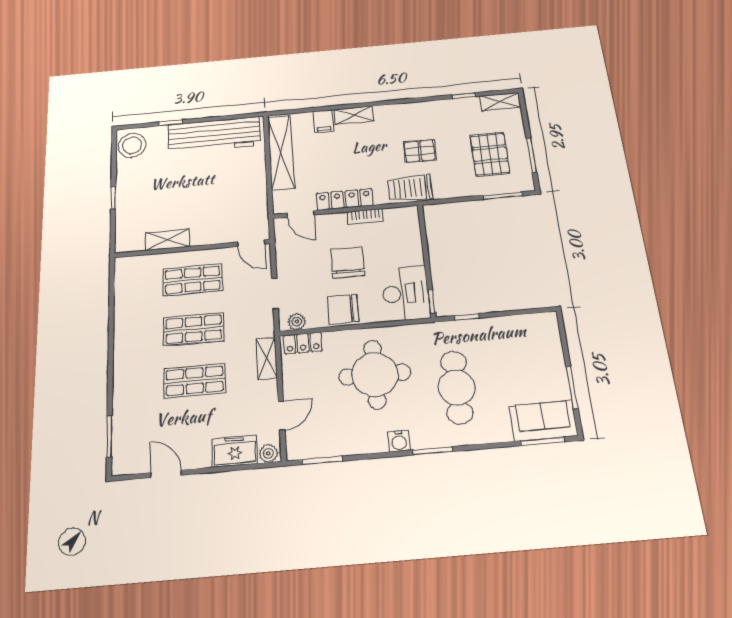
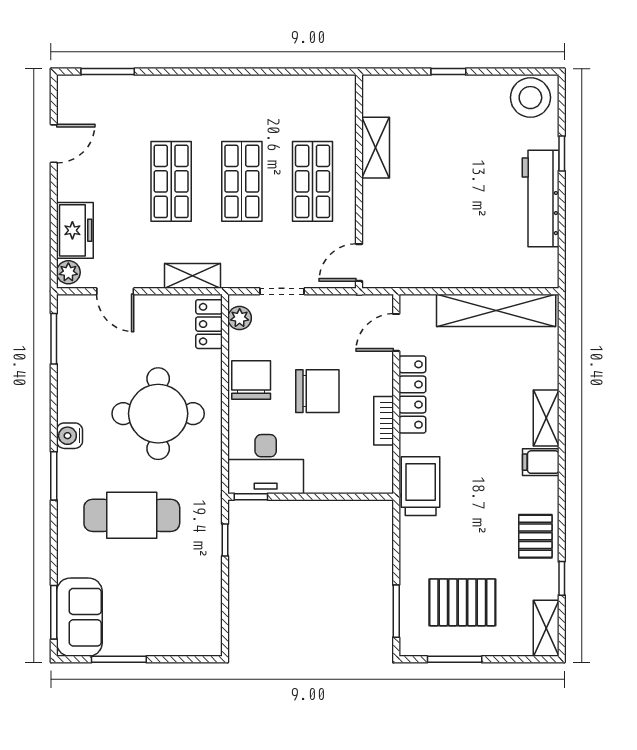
filing cabinet: (323, 121) -> (541, 462), moved
workbench: (214, 135) -> (541, 199), width x0.73, depth x0.76
pallet: (420, 151) -> (535, 536), moved

